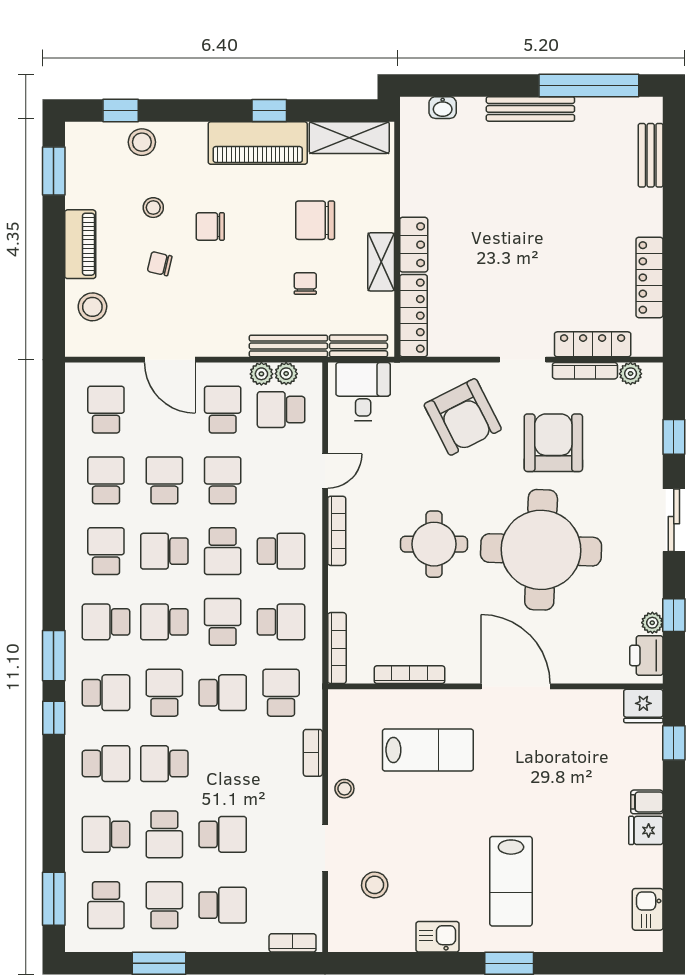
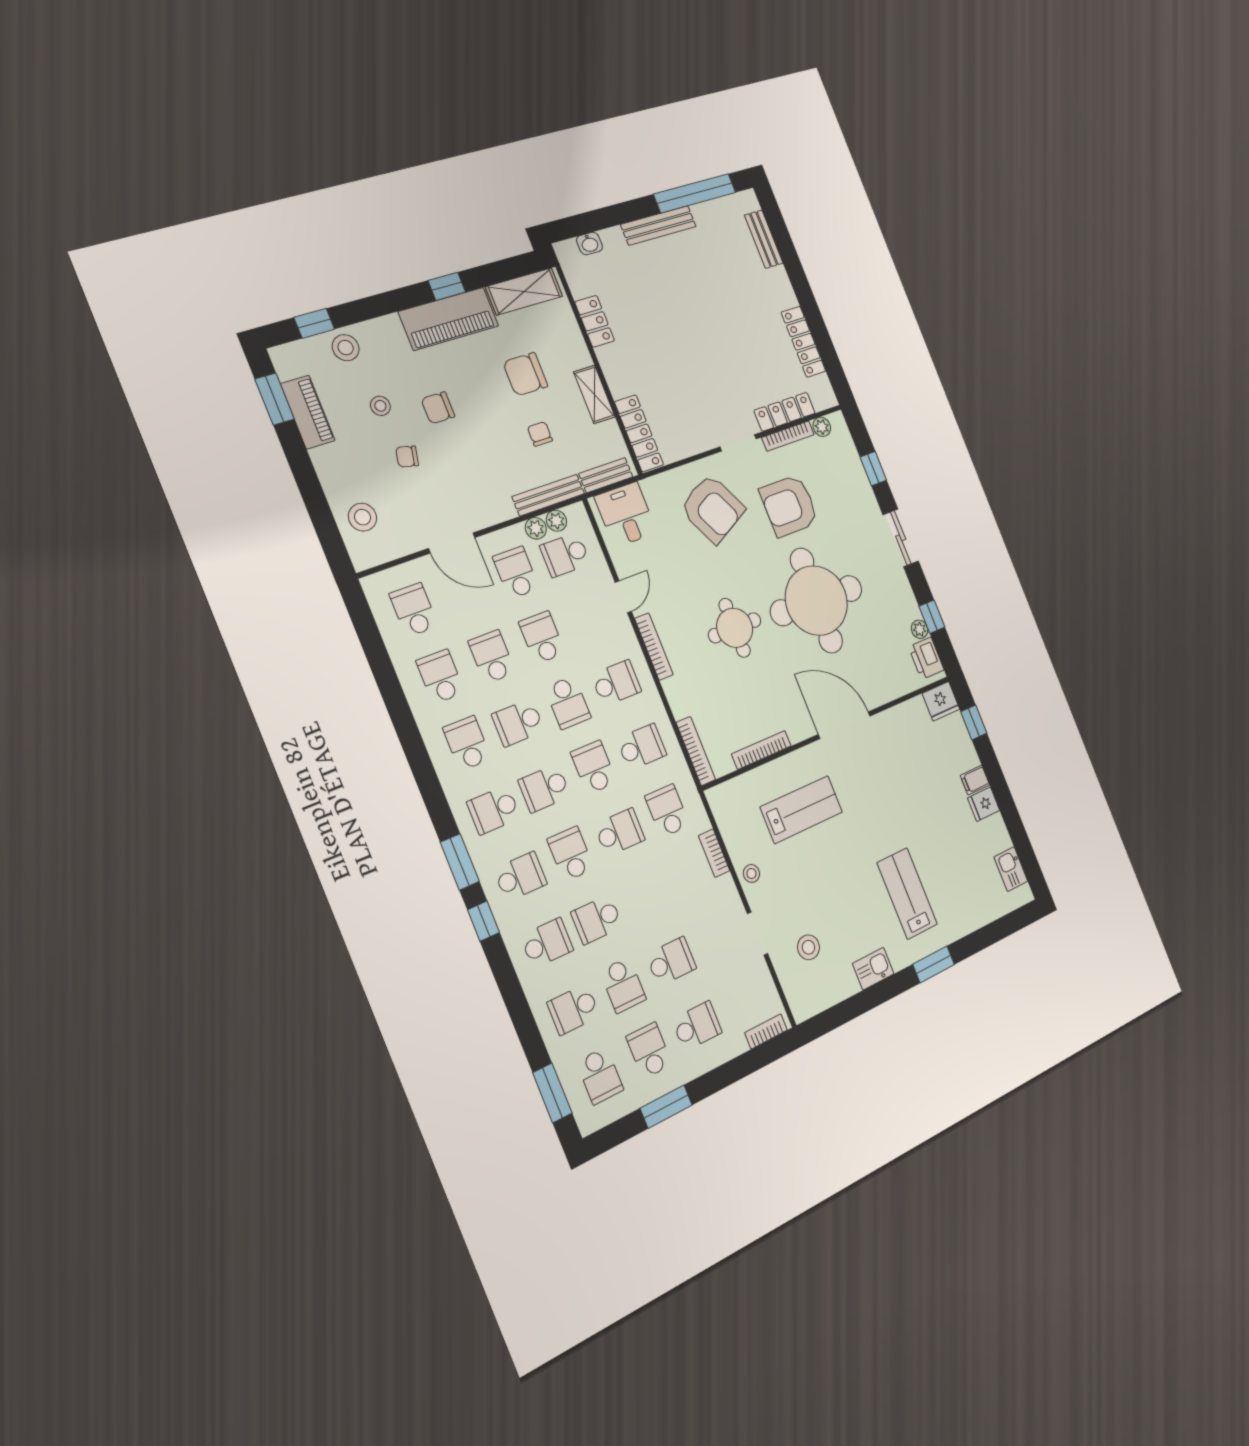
piano: (80, 244) -> (308, 412), moved
locker: (414, 245) -> (595, 321), moved
armchair: (553, 443) -> (789, 506), turned -90
lab bench: (511, 881) -> (907, 894), turned 180

